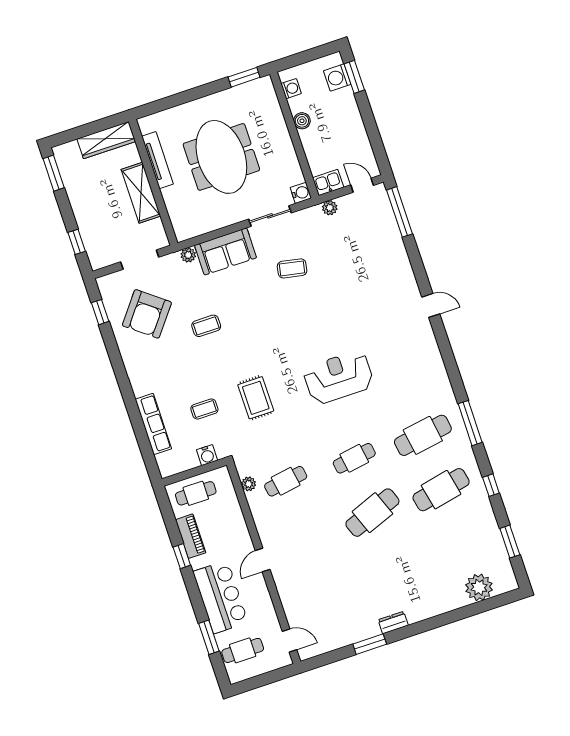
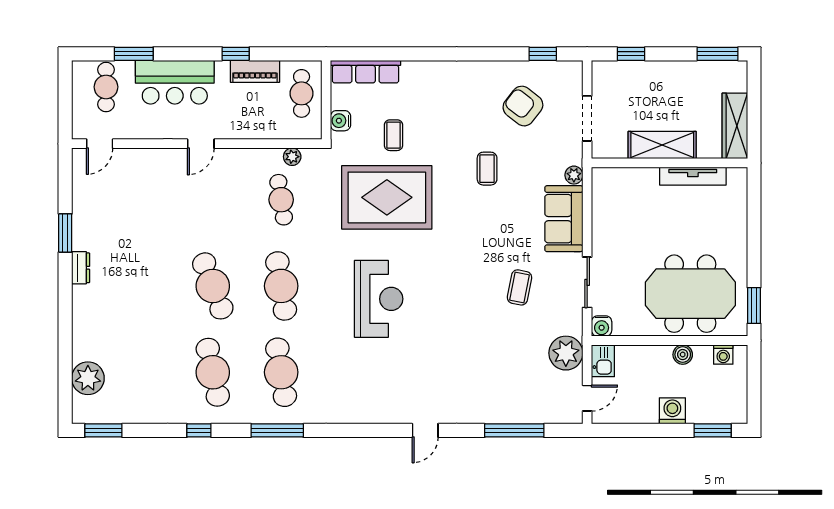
washing machine: (337, 78) -> (672, 411), moved
meeting table: (221, 157) -> (690, 294), moved
plant: (330, 208) -> (566, 353), width x1.88, depth x1.88
window: (400, 212) -> (514, 430), moved
armchair: (147, 314) -> (523, 106), width x0.73, depth x0.73
rug: (256, 398) -> (387, 197), width x1.86, depth x2.06
row of seats: (153, 424) -> (366, 72), moved
cafe table: (354, 458) -> (281, 286), width x1.37, depth x1.35
window: (510, 542) -> (103, 430), moved
door: (263, 560) -> (201, 144), swing flipped

